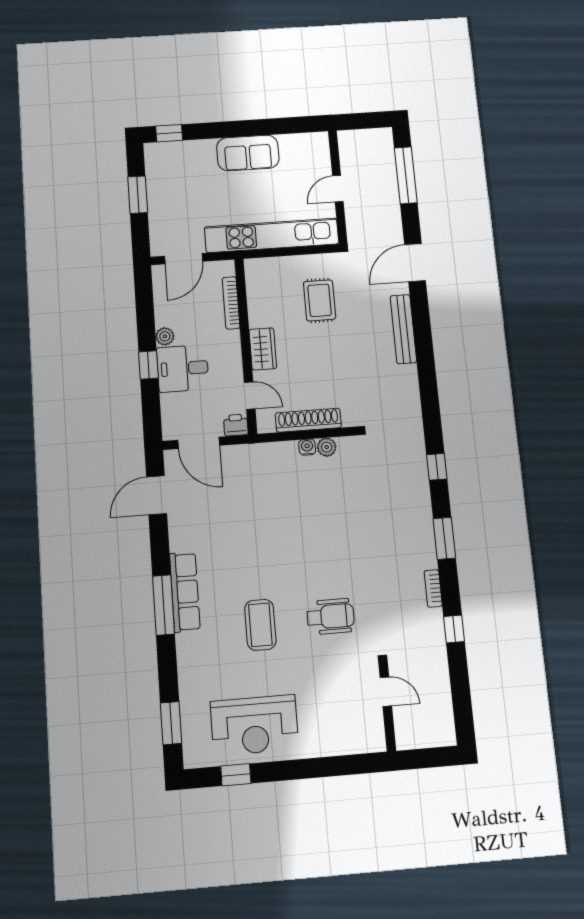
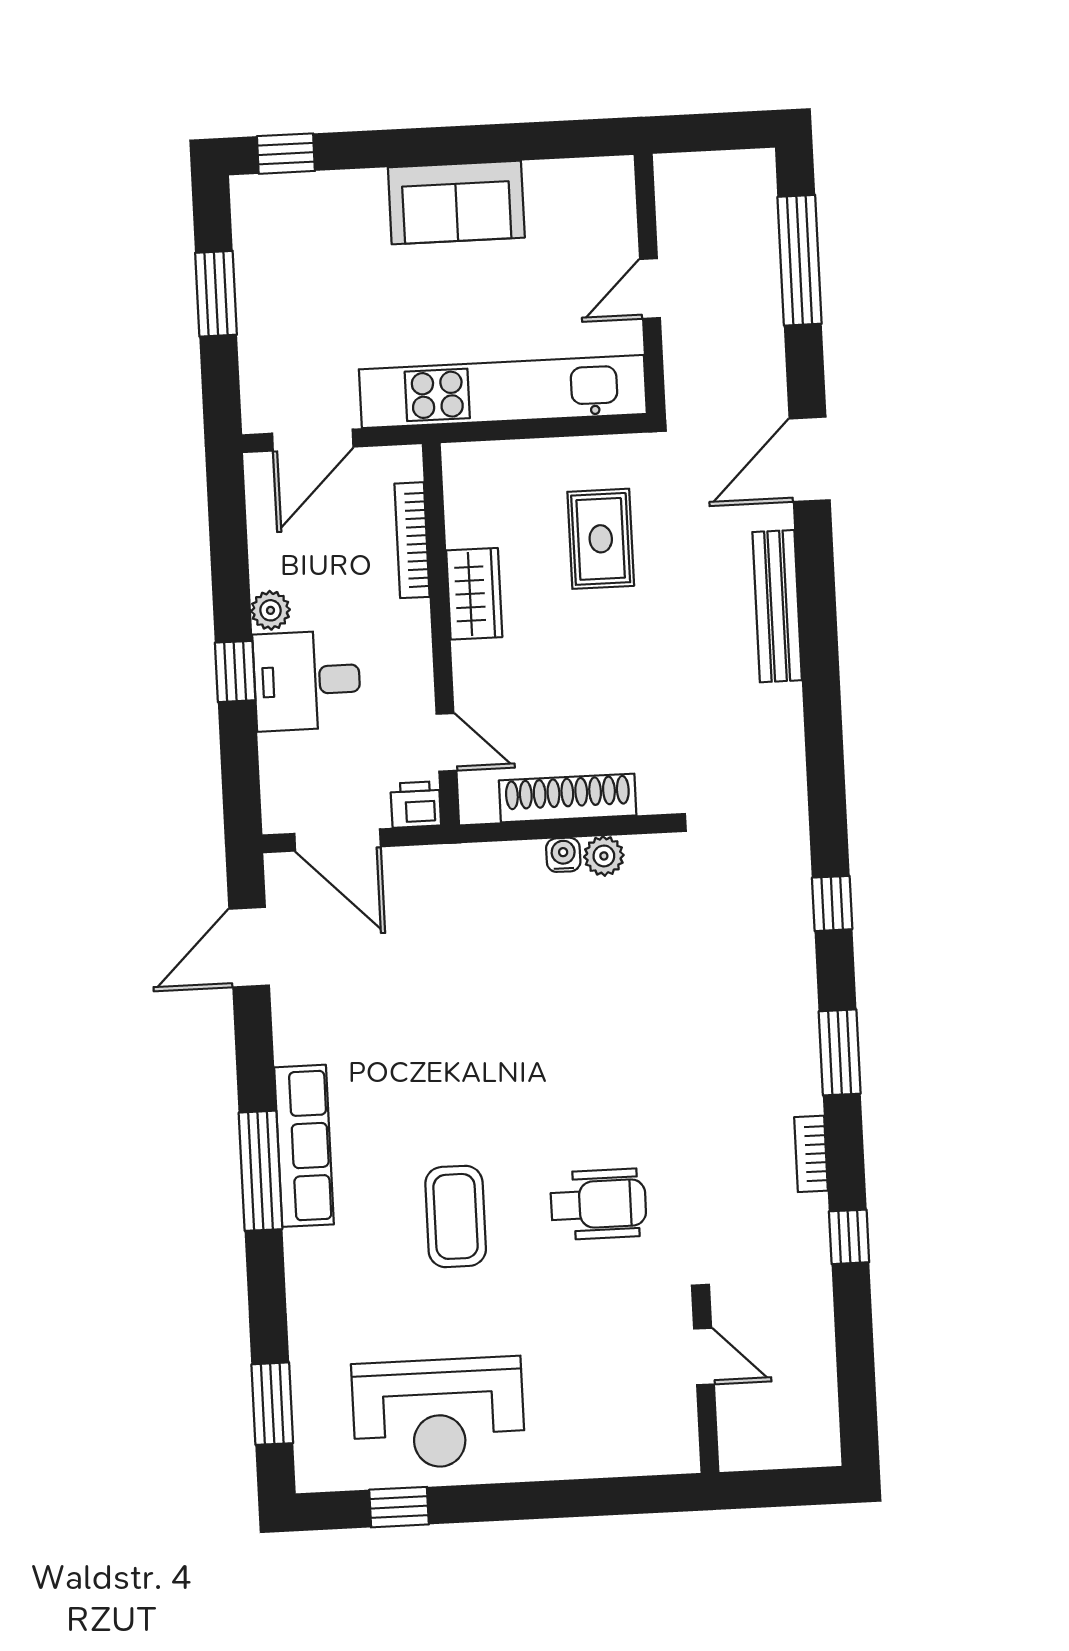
wardrobe: (263, 349) -> (474, 594), moved

